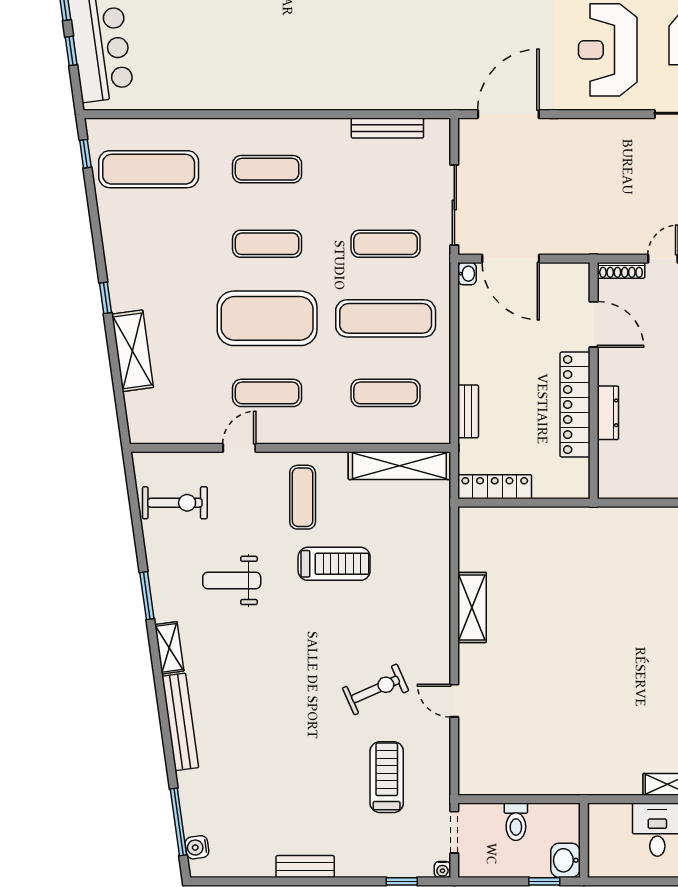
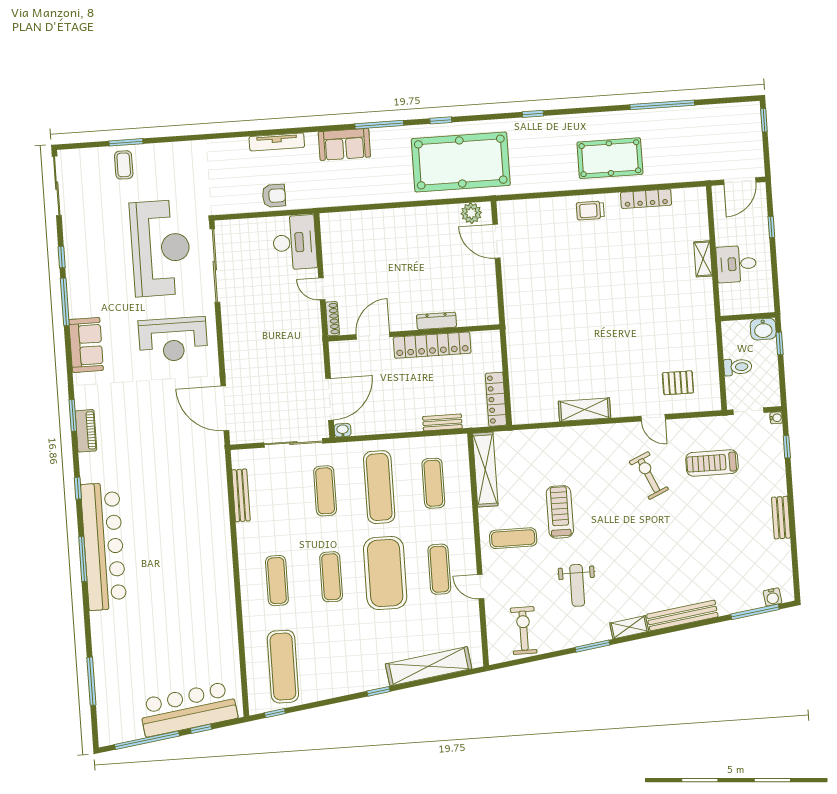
shelving: (132, 351) -> (429, 666), width x1.47
door: (454, 701) -> (653, 418), hinge flipped
pallet: (500, 738) -> (678, 383), added

